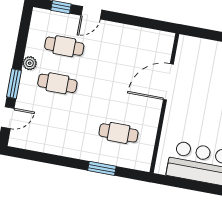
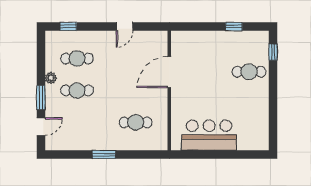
door: (91, 13) -> (125, 26), moved
window: (102, 168) -> (104, 155), moved

